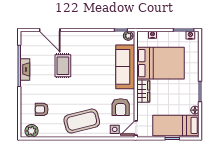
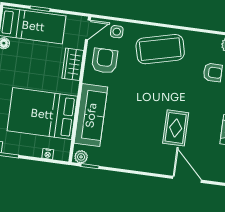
wardrobe: (143, 91) -> (73, 64), moved

